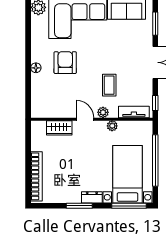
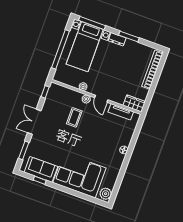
armchair: (65, 63) -> (101, 146), removed
tv unit: (134, 112) -> (121, 112), moved
wardrobe: (59, 128) -> (134, 104), moved

